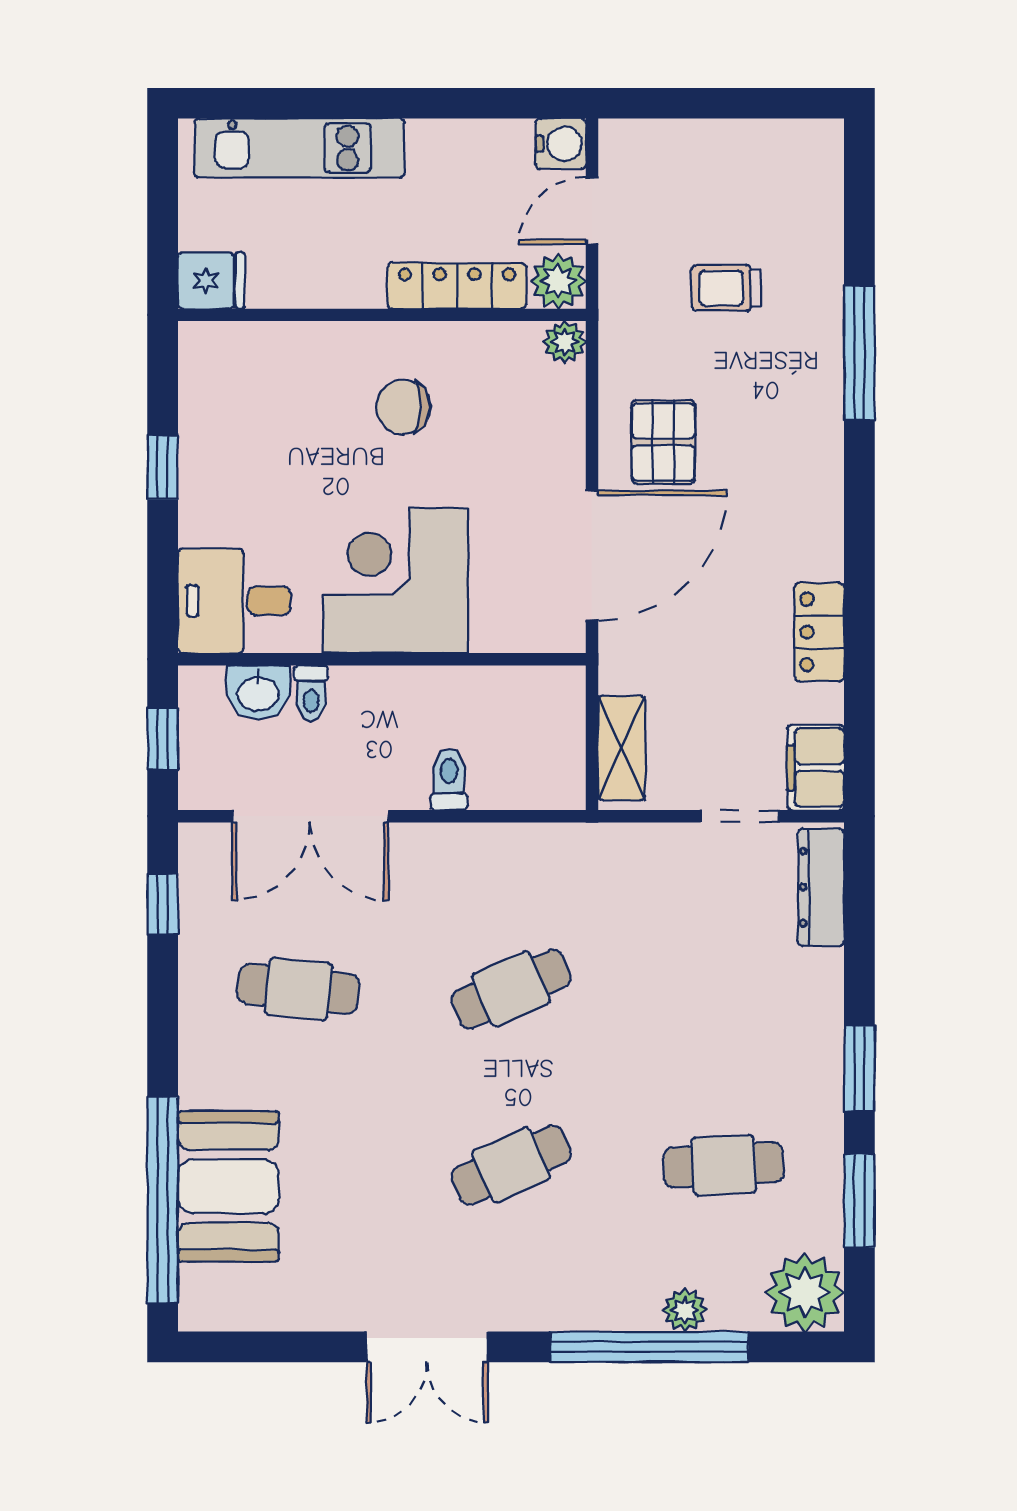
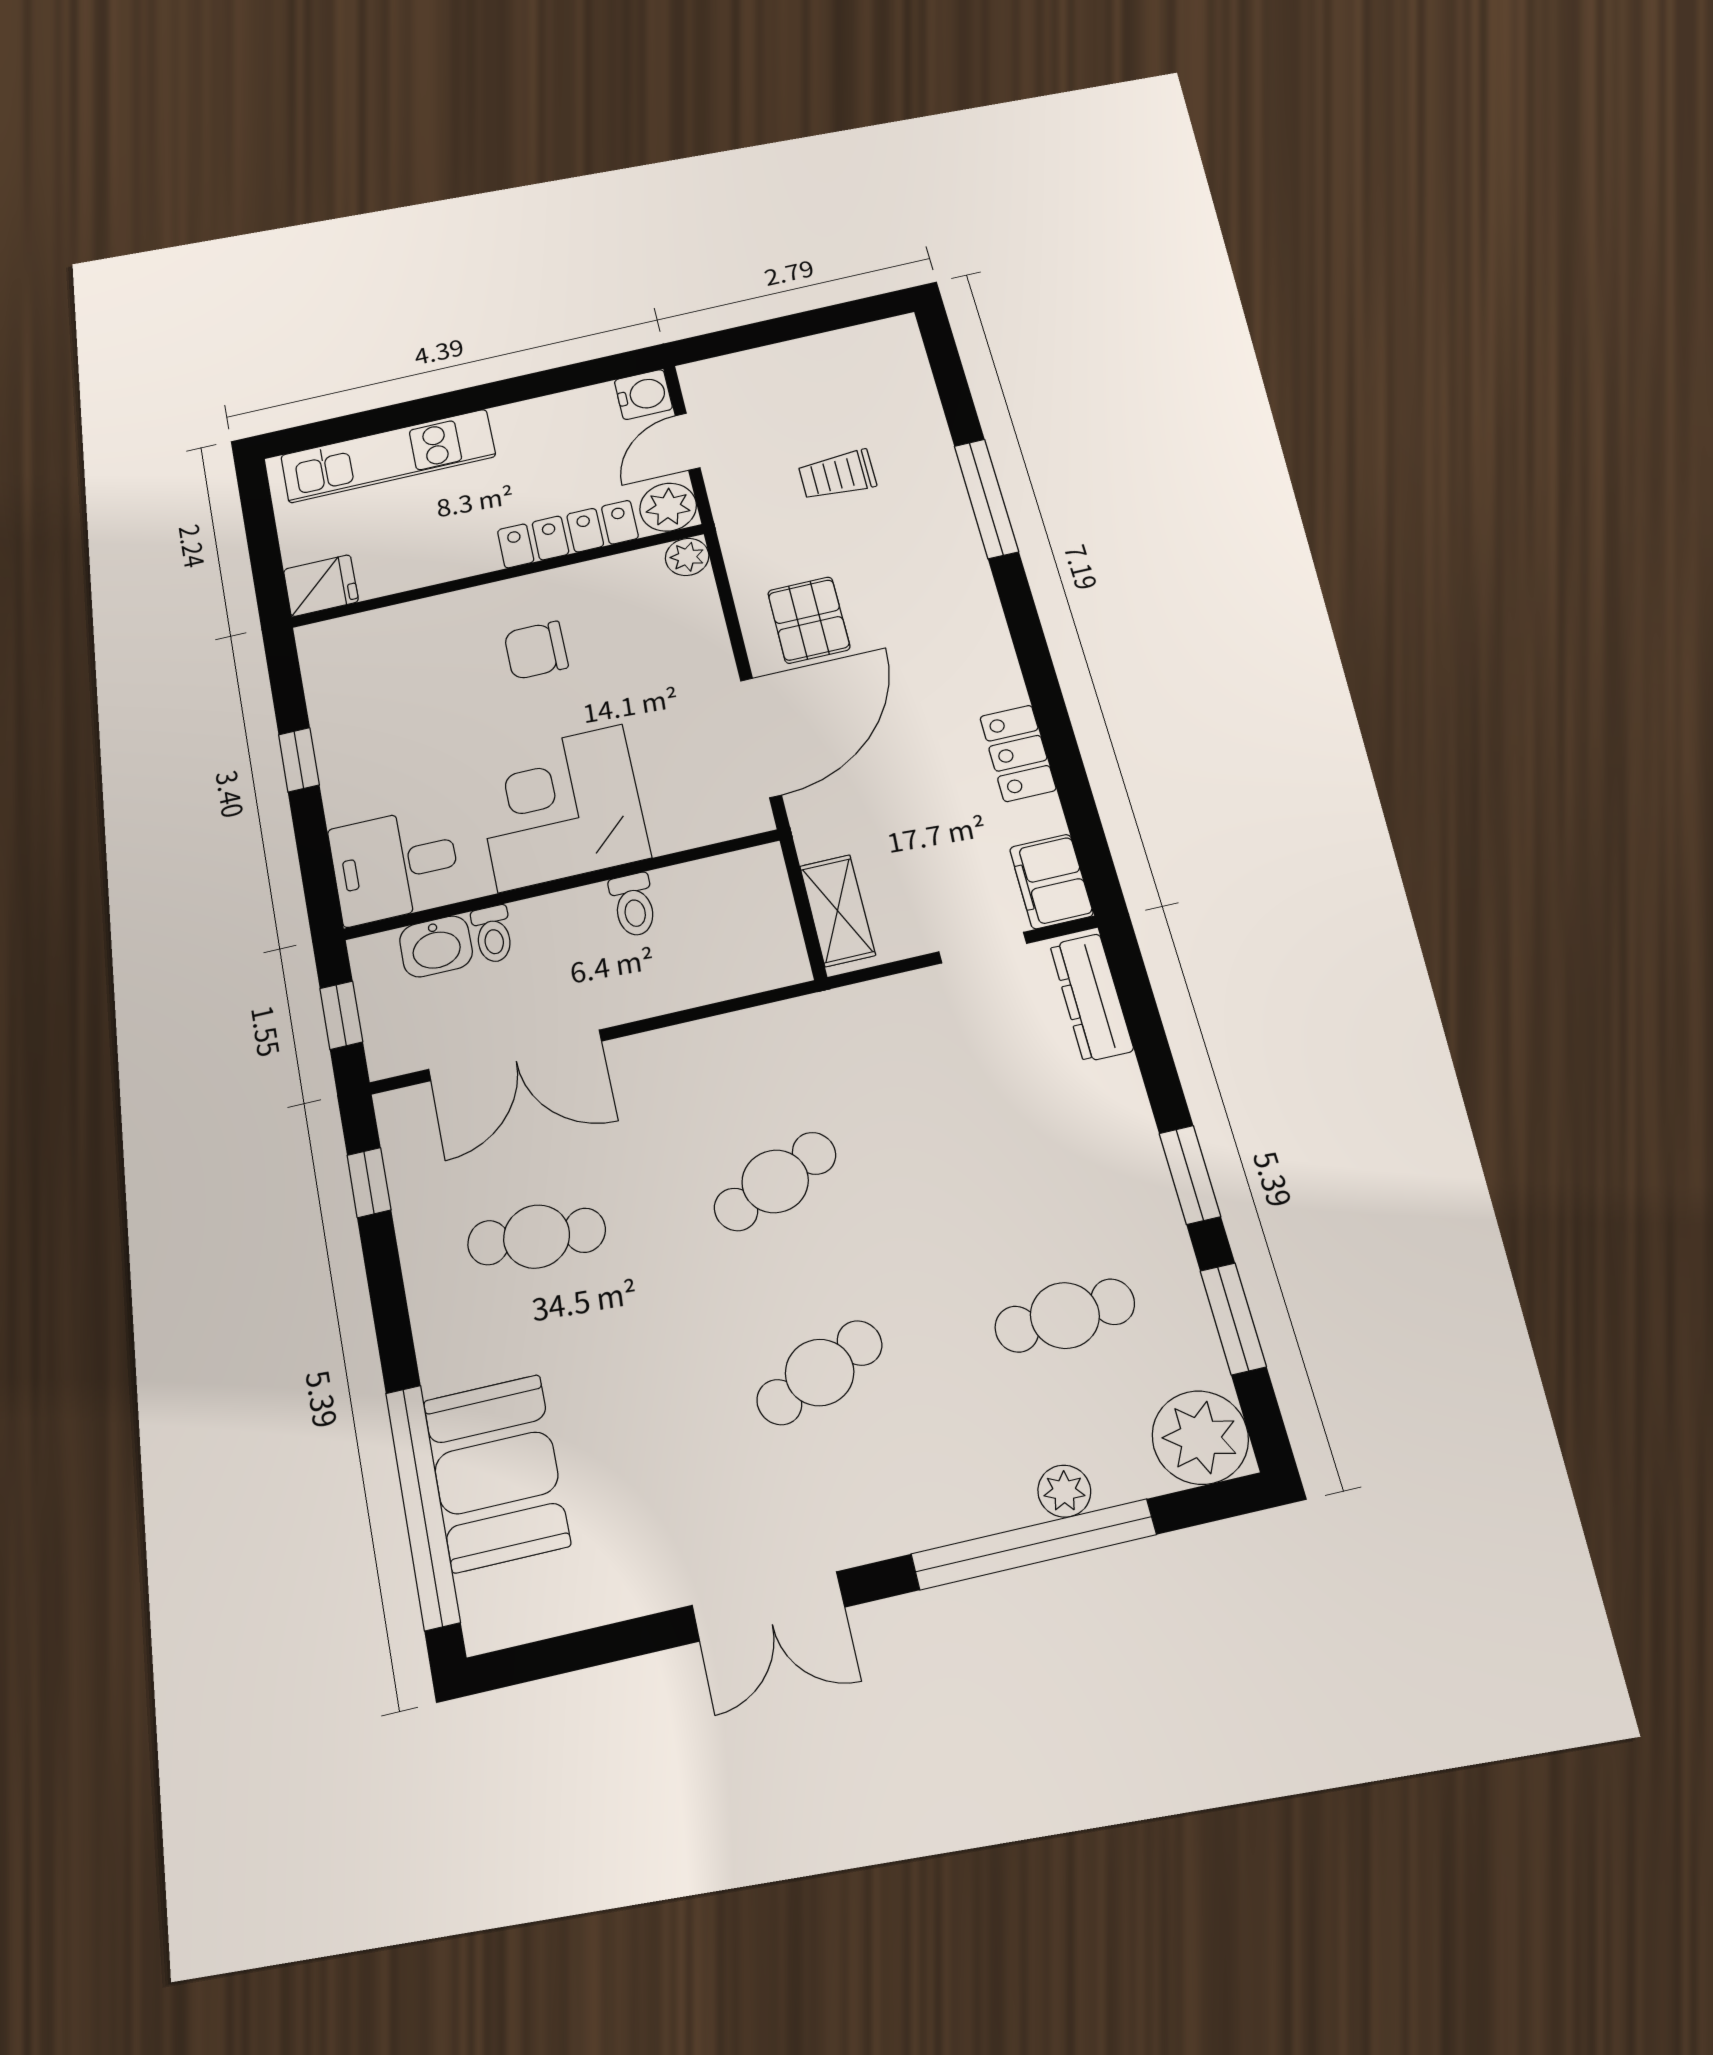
toilet: (449, 779) -> (633, 905), moved, turned 180

